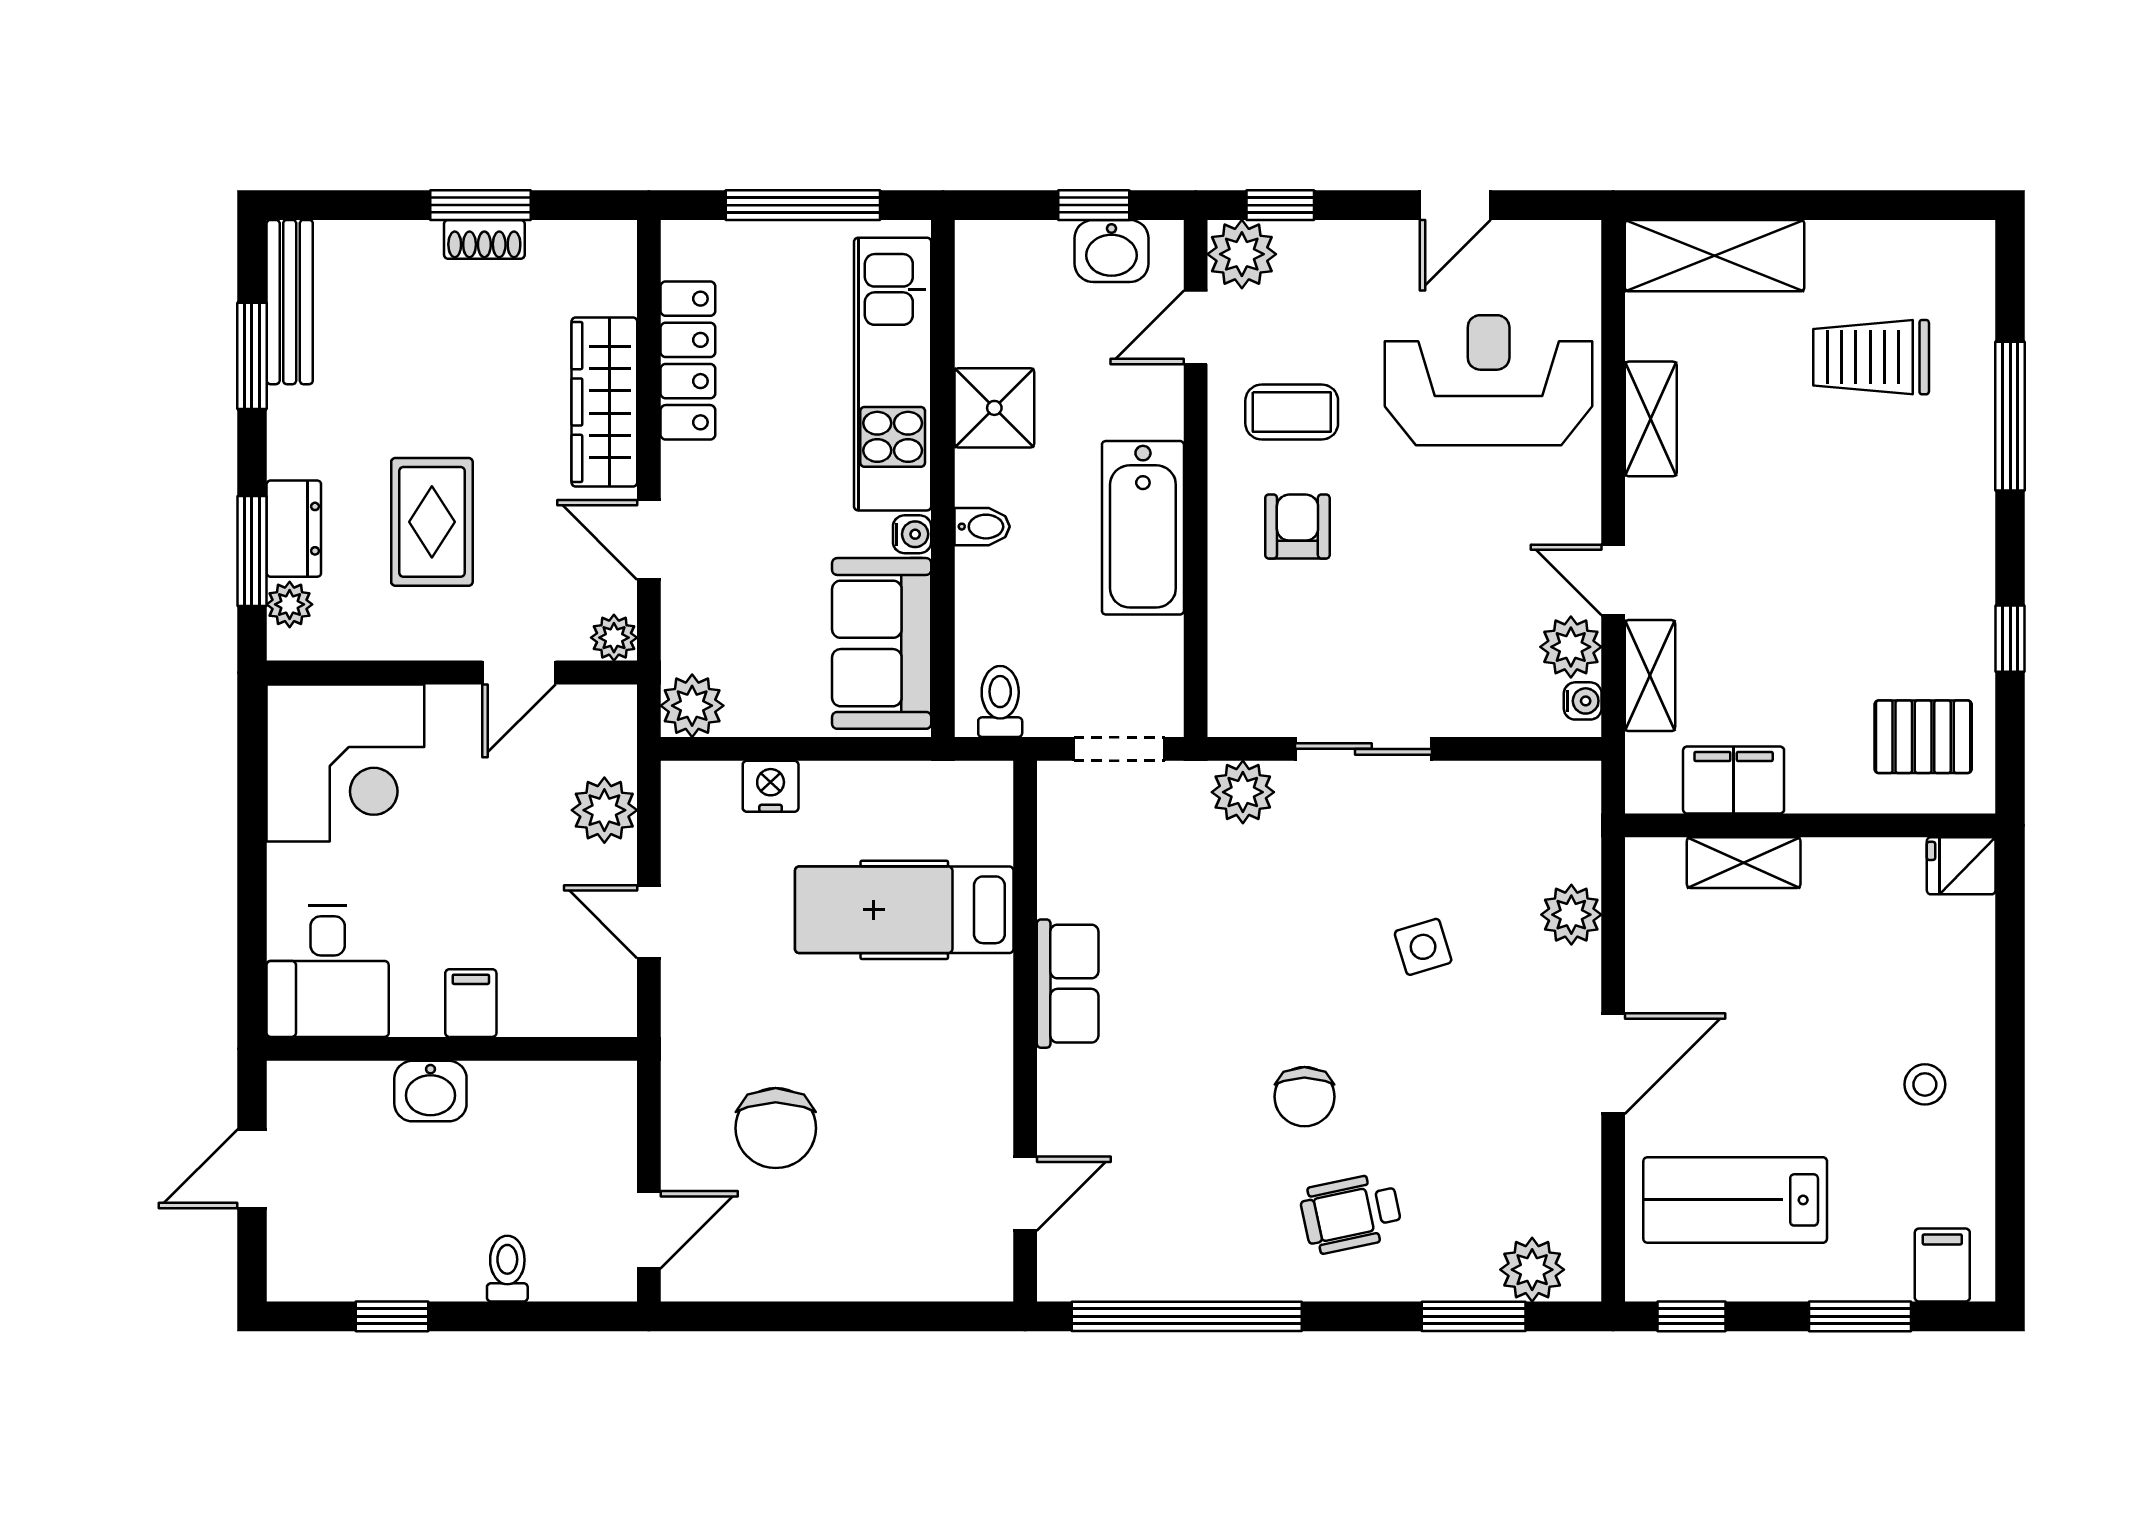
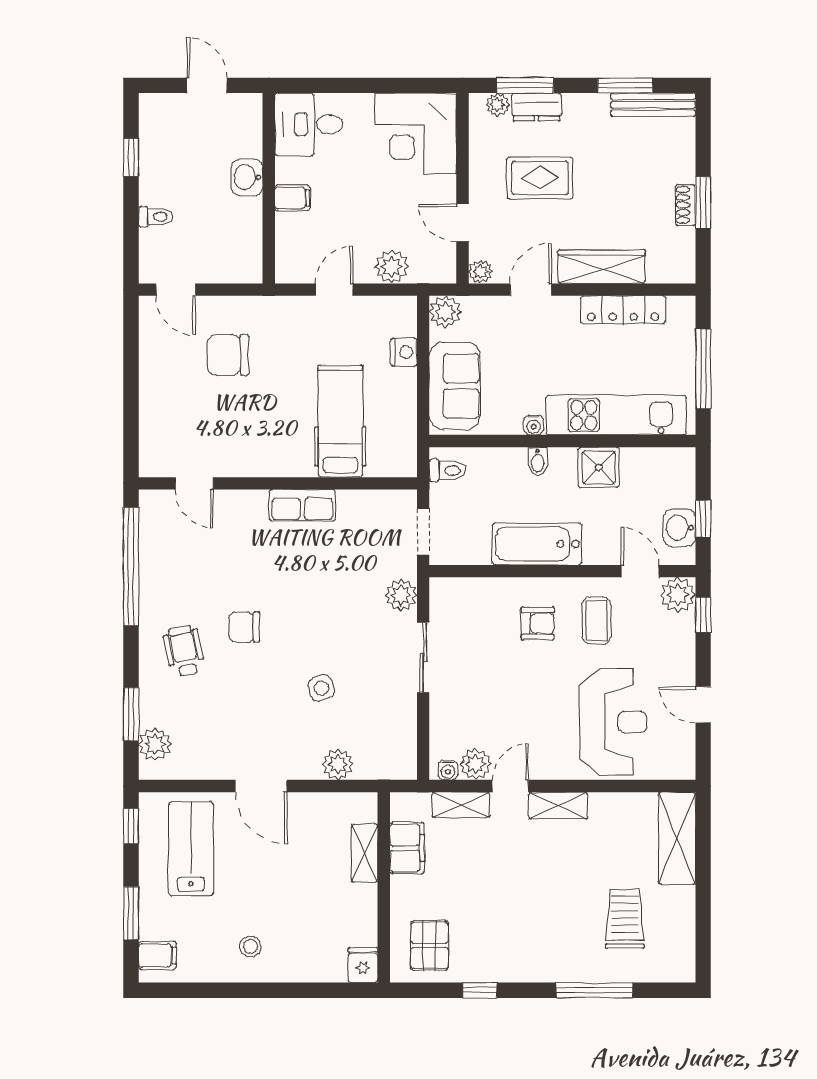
shelving: (1651, 419) -> (558, 805), moved
sofa: (882, 643) -> (455, 386), moved, turned 90

